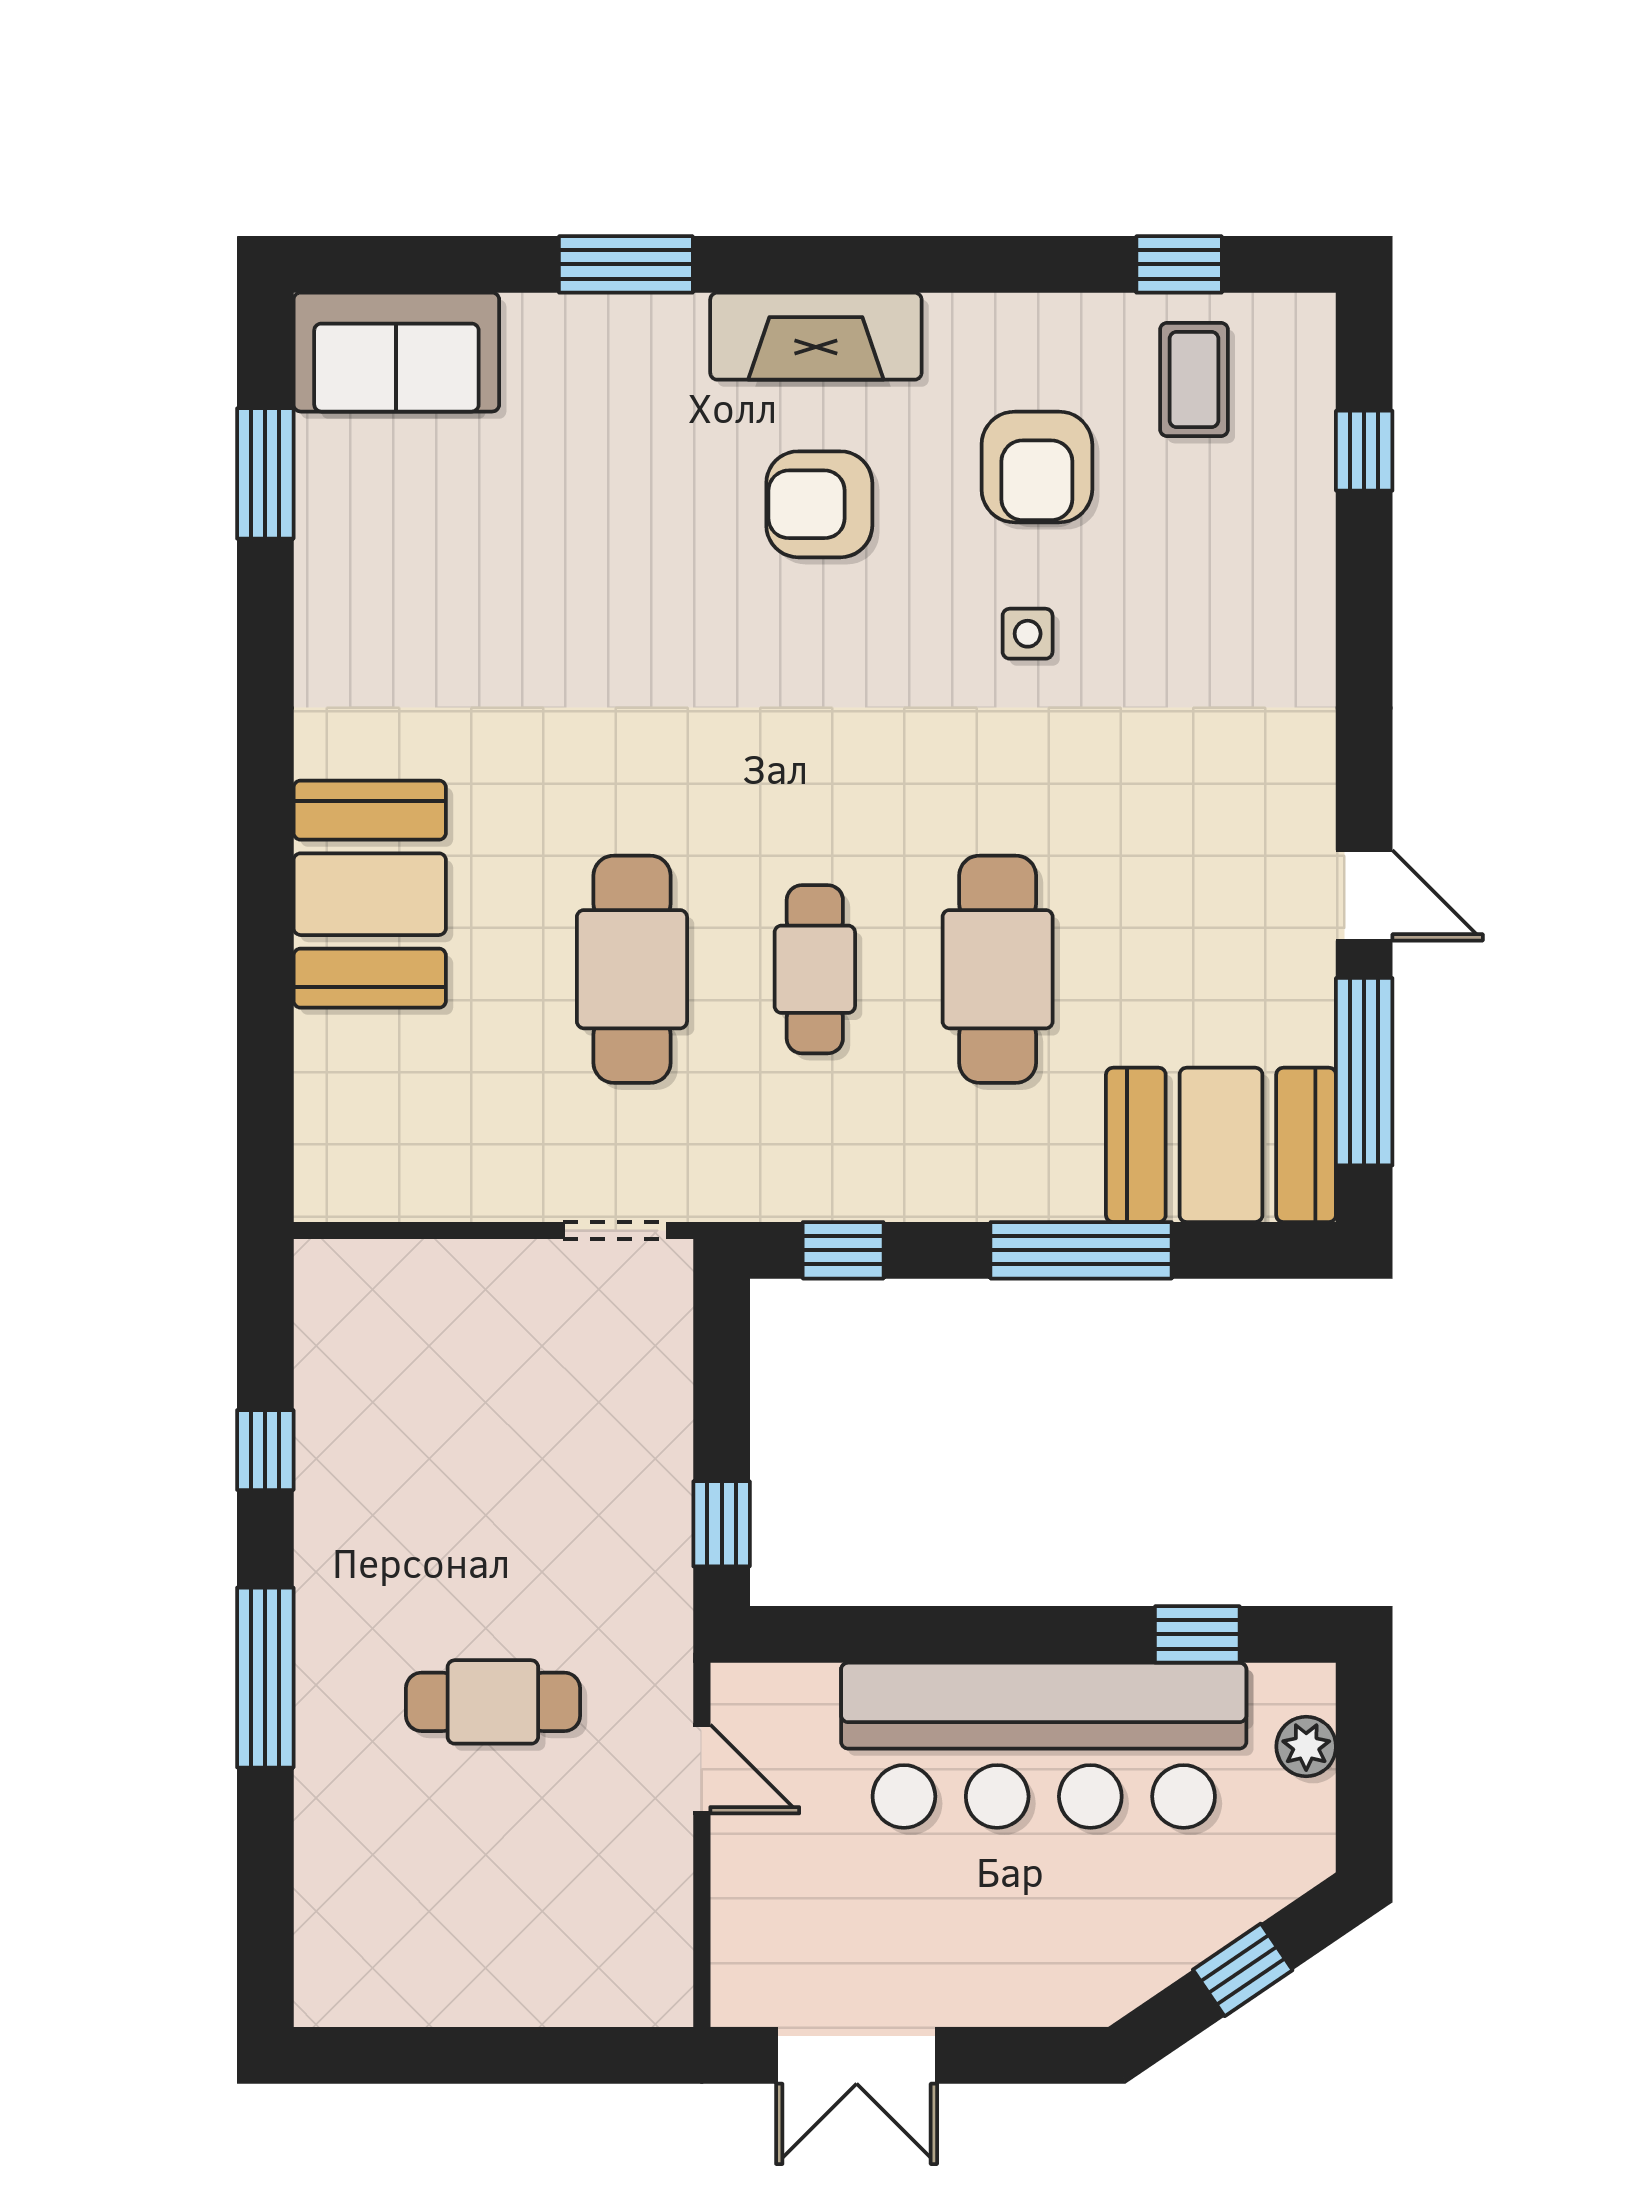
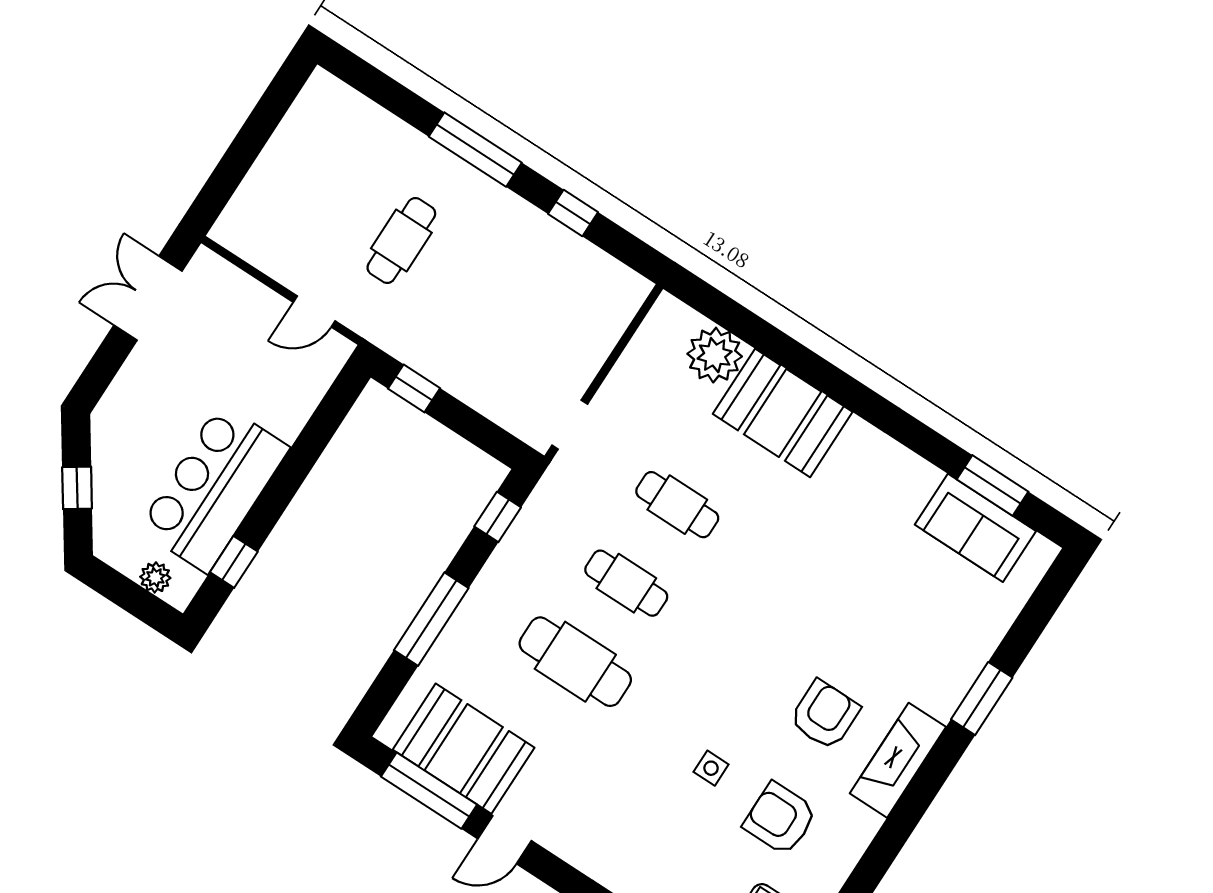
sofa: (396, 352) -> (975, 528), moved, turned -90
cafe table: (632, 969) -> (677, 505), width x0.73, depth x0.74
plant: (347, 1067) -> (715, 355), added
booth: (1221, 1145) -> (464, 749), moved, turned 90
bar counter: (1044, 1745) -> (214, 488), width x0.73

